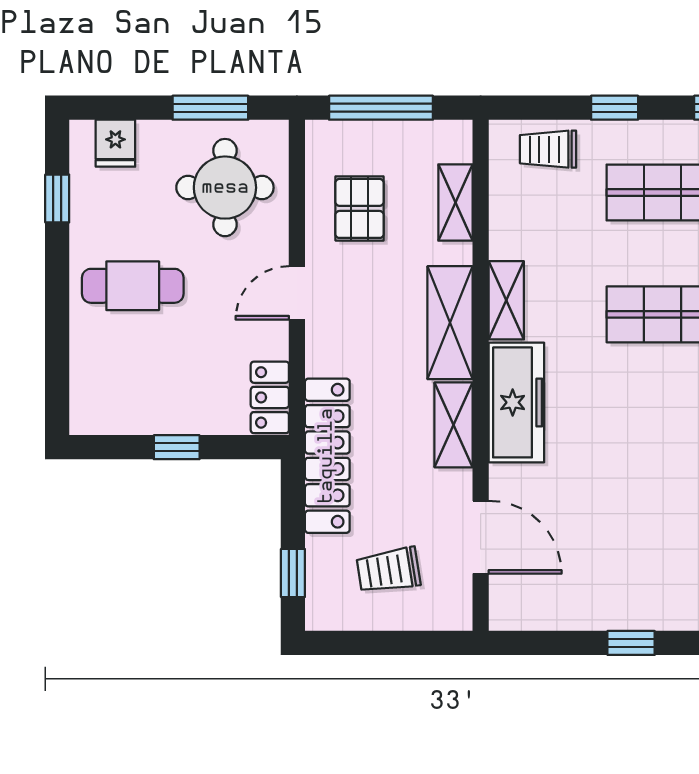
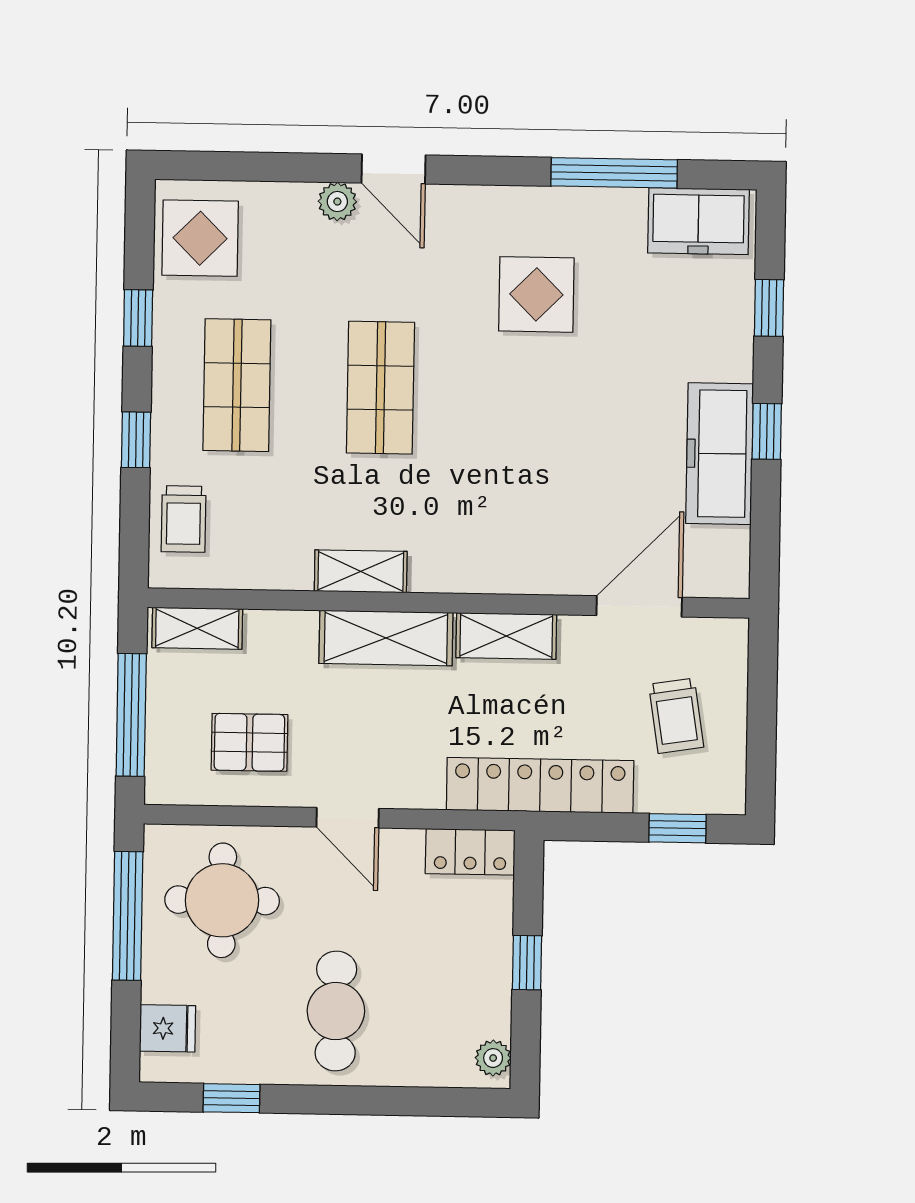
window: (210, 108) -> (128, 916), width x1.44
shelving: (456, 203) -> (197, 628), moved
freezer: (516, 402) -> (720, 454), moved, turned -90
plant: (95, 420) -> (493, 1058), added

